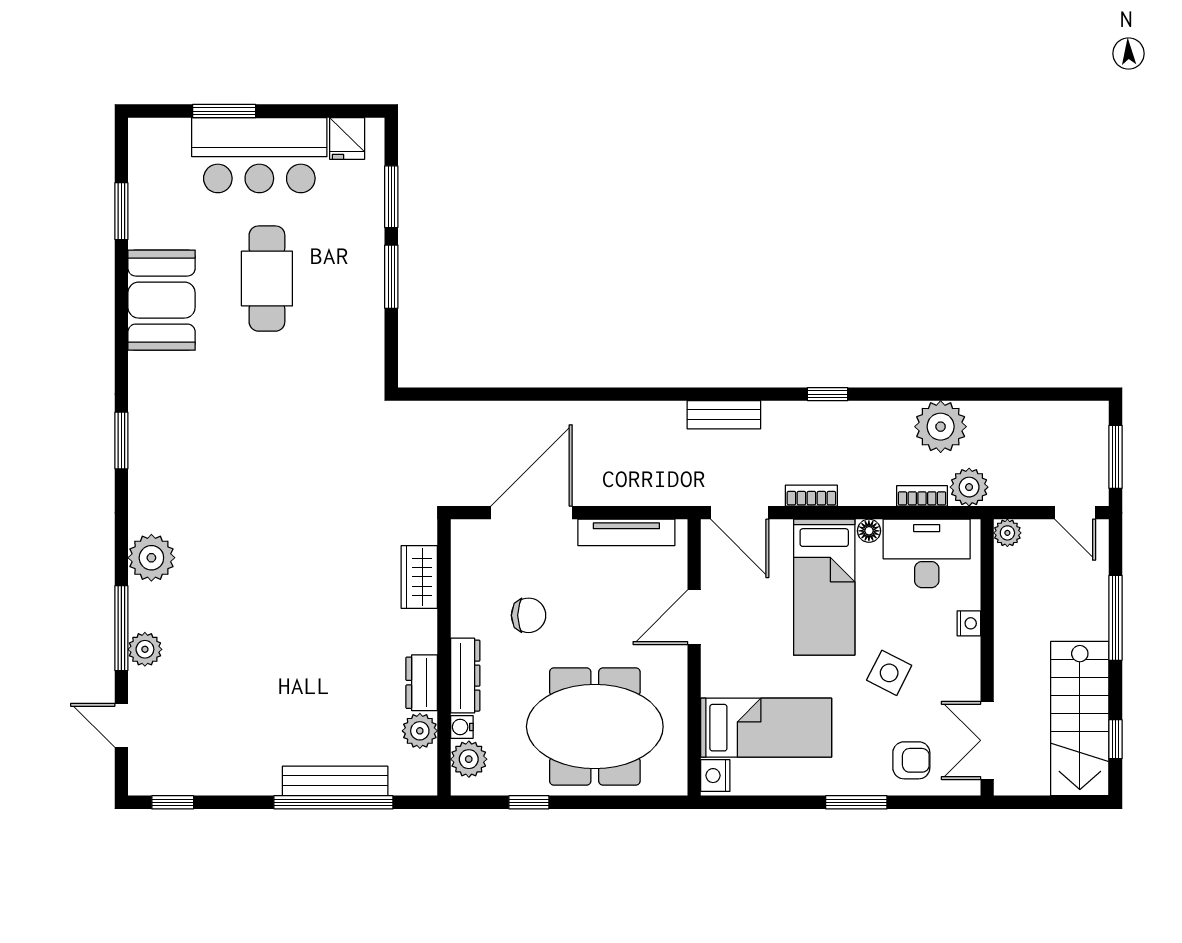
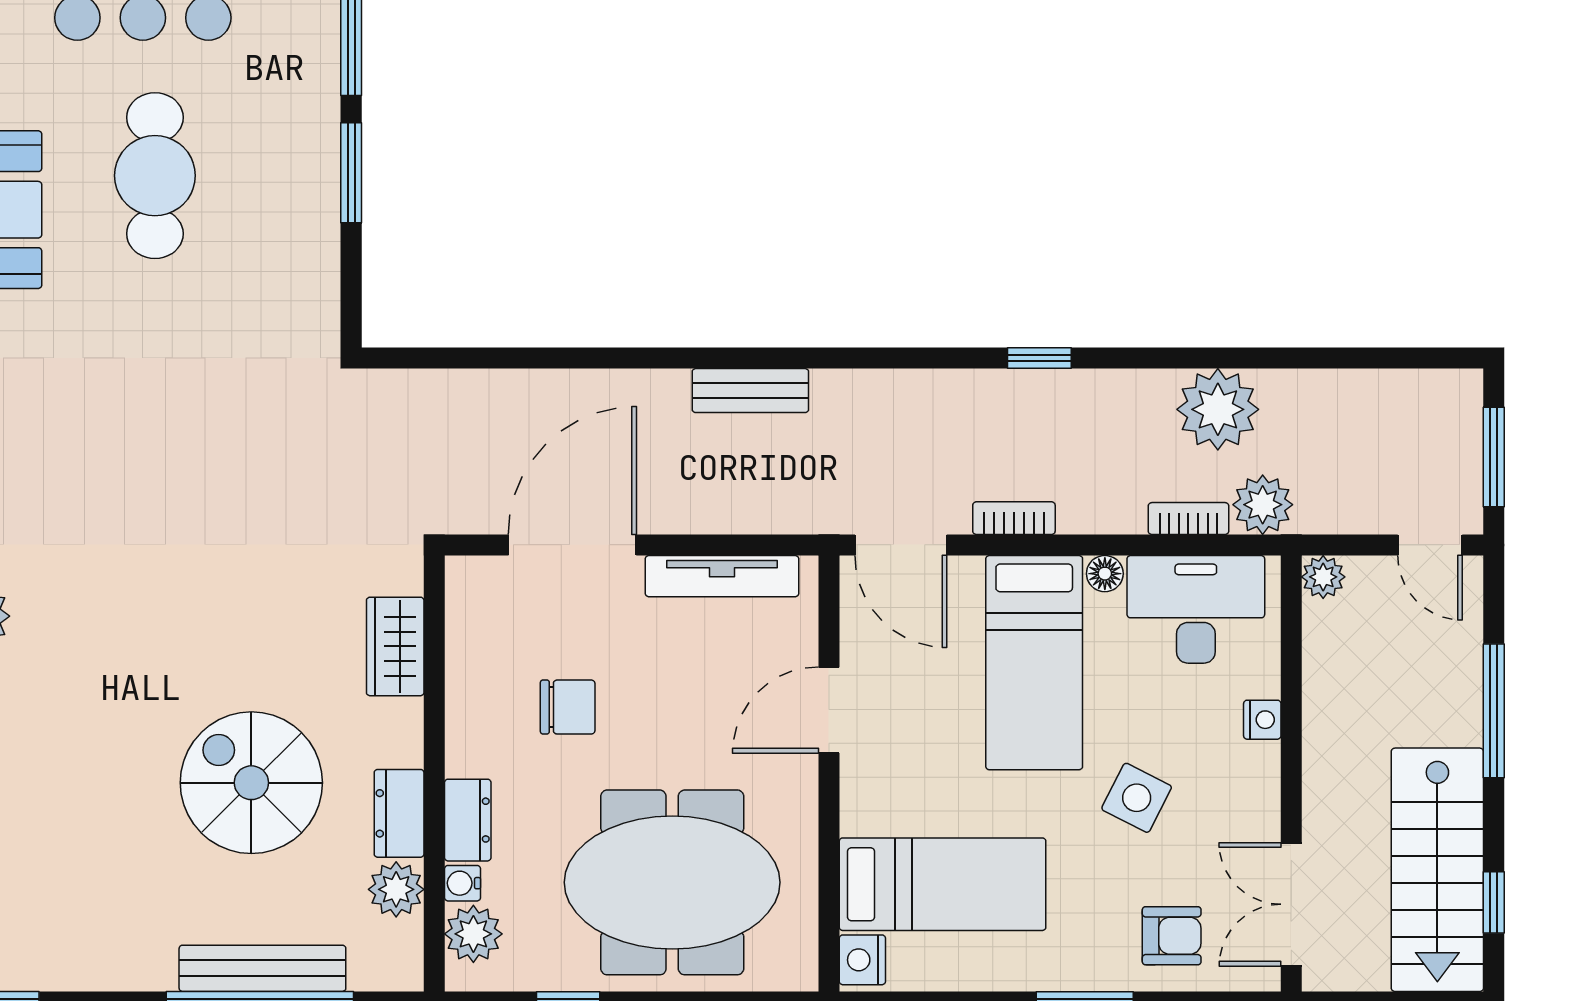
bench: (724, 415) -> (750, 391), moved
spiral stairs: (328, 663) -> (251, 783), added
dresser: (465, 676) -> (468, 820), width x0.70

